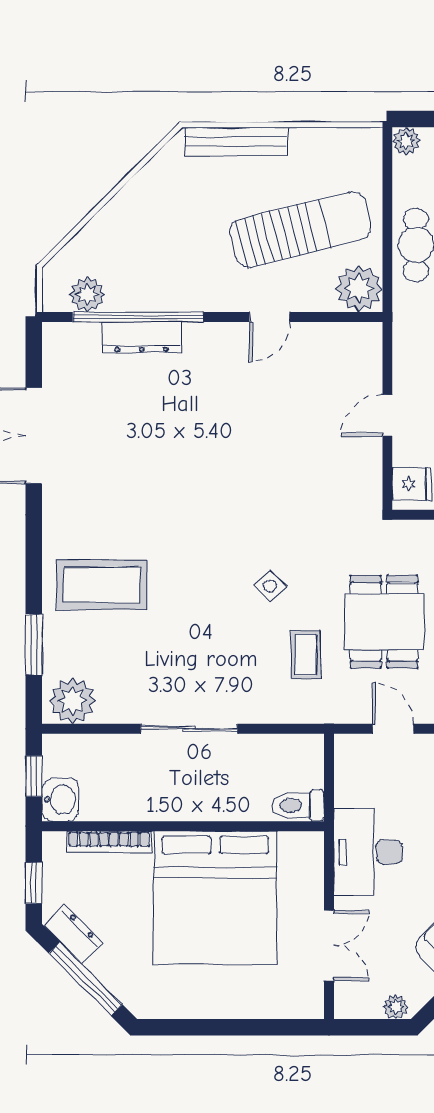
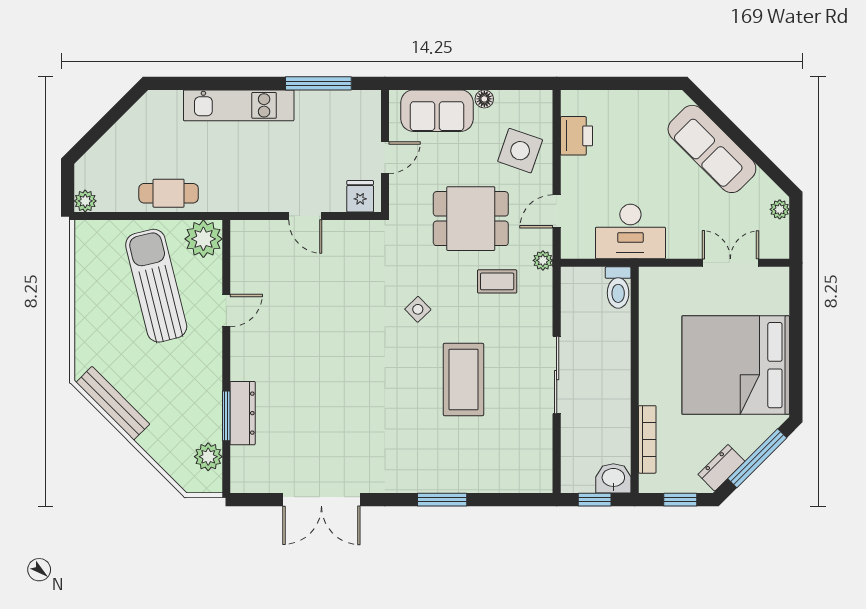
bench: (236, 141) -> (113, 403), moved, turned -45
window: (138, 317) -> (226, 416), width x0.47
door: (270, 317) -> (226, 310), hinge flipped
coffee table: (102, 585) -> (463, 380), moved
side table: (270, 586) -> (418, 309), moved
window: (34, 645) -> (442, 500), moved
plant: (73, 701) -> (543, 260), moved, width x0.53, depth x0.53
desk: (368, 852) -> (630, 232), moved
bed: (215, 898) -> (736, 365), moved, turned 180

